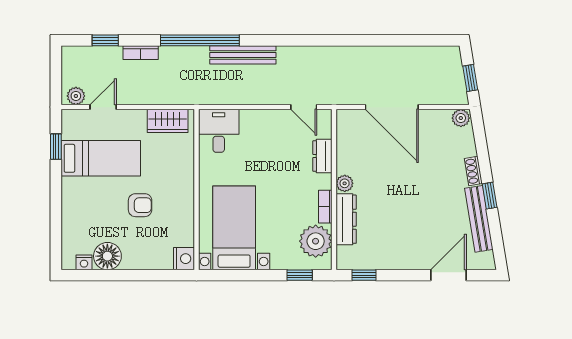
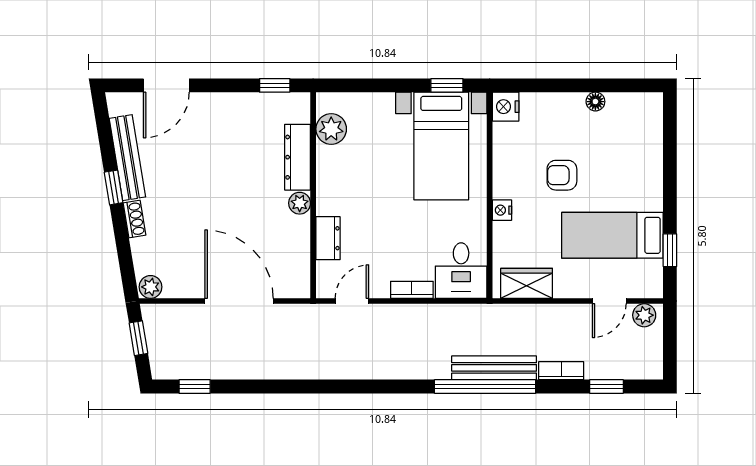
window: (426, 40) -> (195, 386), added
bench: (243, 55) -> (494, 368), moved
door: (304, 107) -> (352, 301), hinge flipped
bookcase: (325, 207) -> (412, 290), moved, turned -90
plant: (316, 241) -> (331, 129), width x0.73, depth x0.73
floor lamp: (107, 256) -> (595, 102), width x0.53, depth x0.53
nightstand: (84, 262) -> (502, 210), moved, turned -90
window: (300, 275) -> (447, 85), moved

